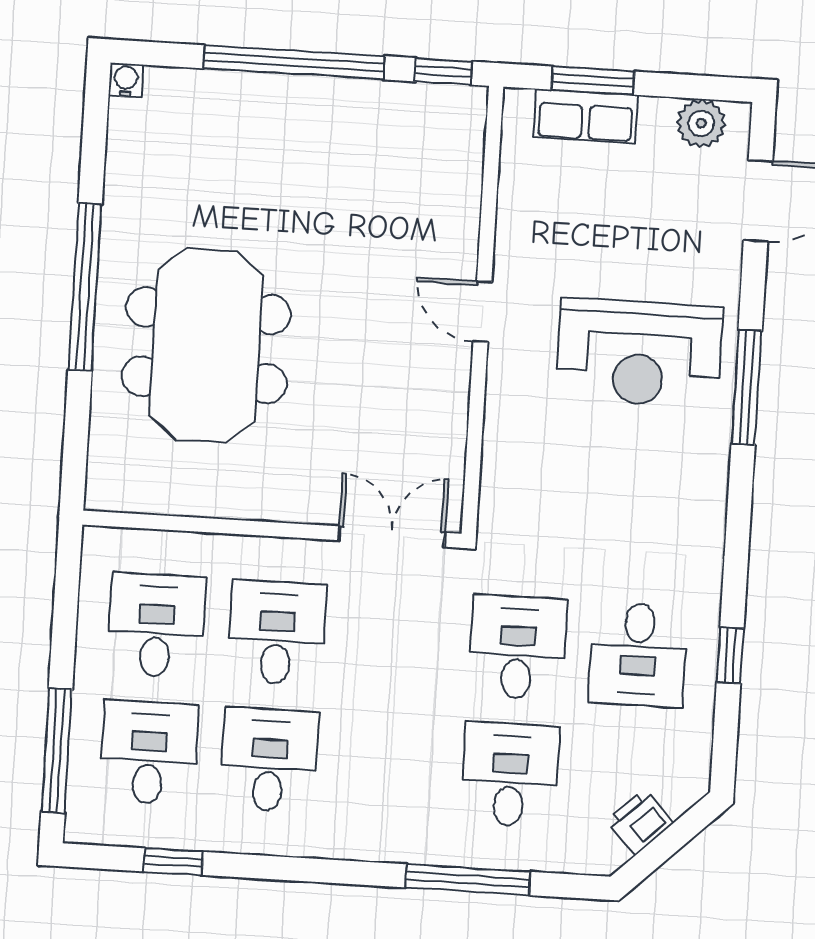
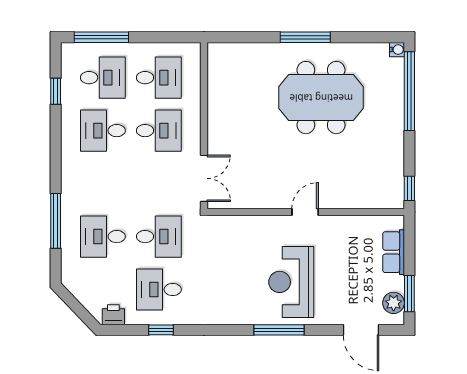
window: (294, 62) -> (409, 91), moved
window: (593, 81) -> (409, 294), moved
window: (85, 287) -> (305, 37), width x0.68
meeting table: (206, 345) -> (321, 98), moved
desk: (269, 760) -> (103, 131), turned 180
desk: (510, 775) -> (103, 237), turned 180
printer: (640, 822) -> (113, 315), moved, turned -46

